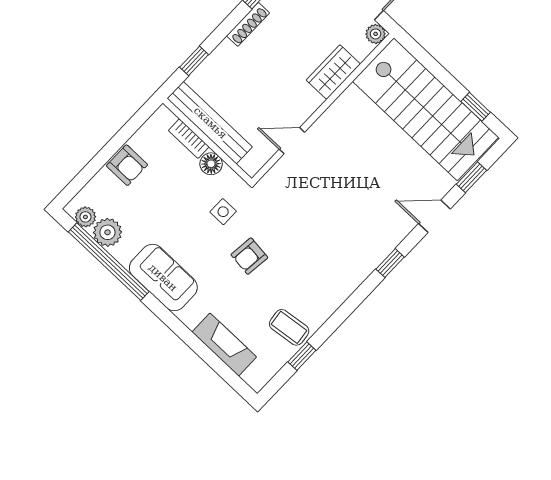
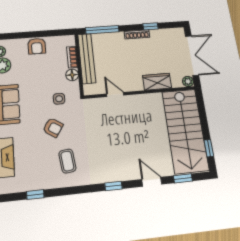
window: (194, 61) -> (102, 30), width x2.17
armchair: (249, 256) -> (53, 128), turned -153
coffee table: (289, 327) -> (67, 161), moved

